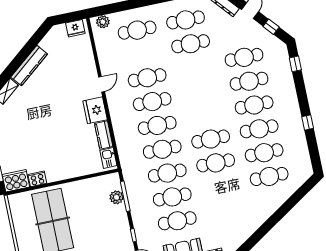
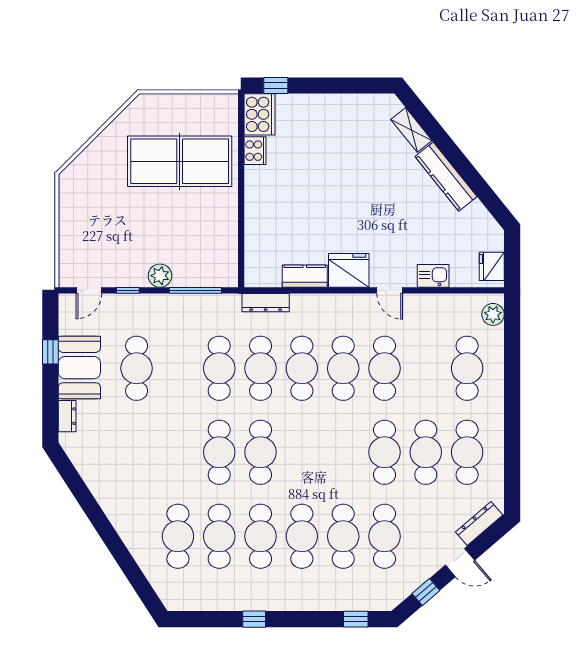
dresser: (124, 154) -> (266, 303), added
kitchen sink: (108, 158) -> (433, 276), moved
plant: (117, 197) -> (160, 276), moved
cafe table: (172, 197) -> (384, 452), moved

